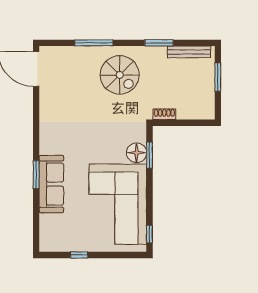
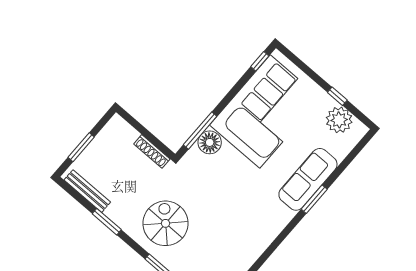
shoe rack: (164, 114) -> (152, 151), width x1.43
window: (149, 155) -> (200, 131), width x1.44
plant: (65, 240) -> (339, 120), added

